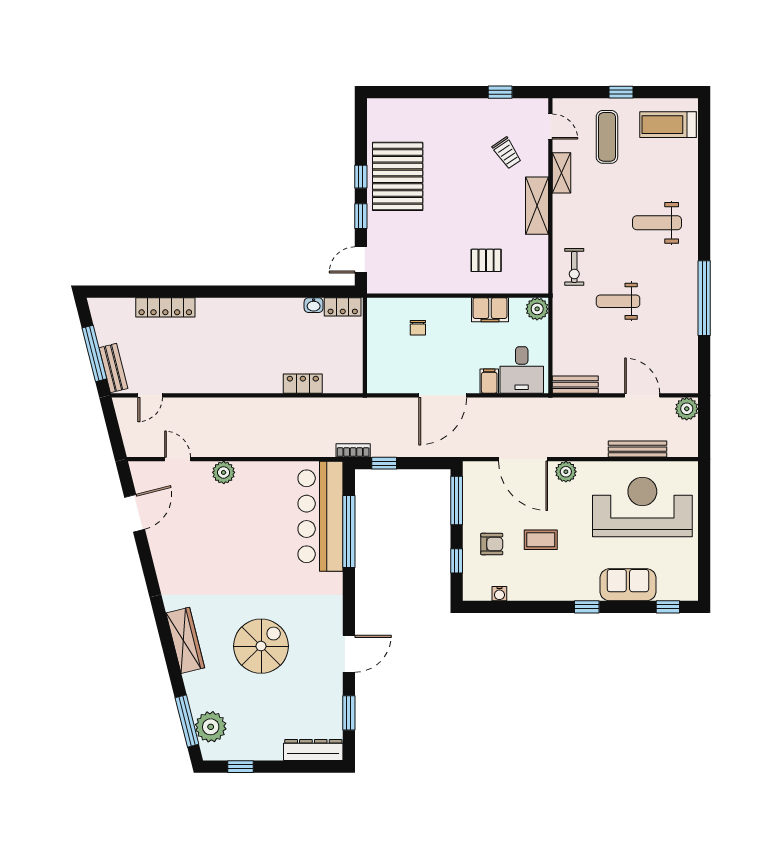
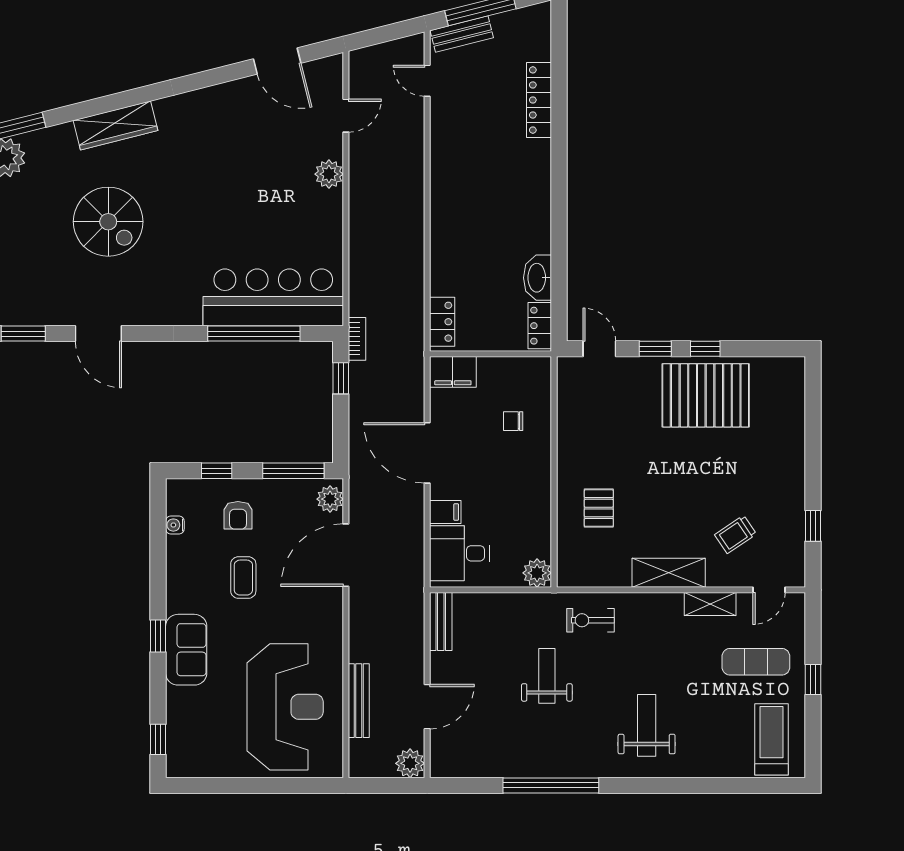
washbasin: (314, 305) -> (538, 278), width x1.91, depth x1.45
filing cabinet: (490, 310) -> (453, 372), moved, turned -90
locker: (303, 384) -> (442, 322), moved
plant: (566, 472) -> (330, 499), moved
sofa: (628, 585) -> (186, 650), moved

